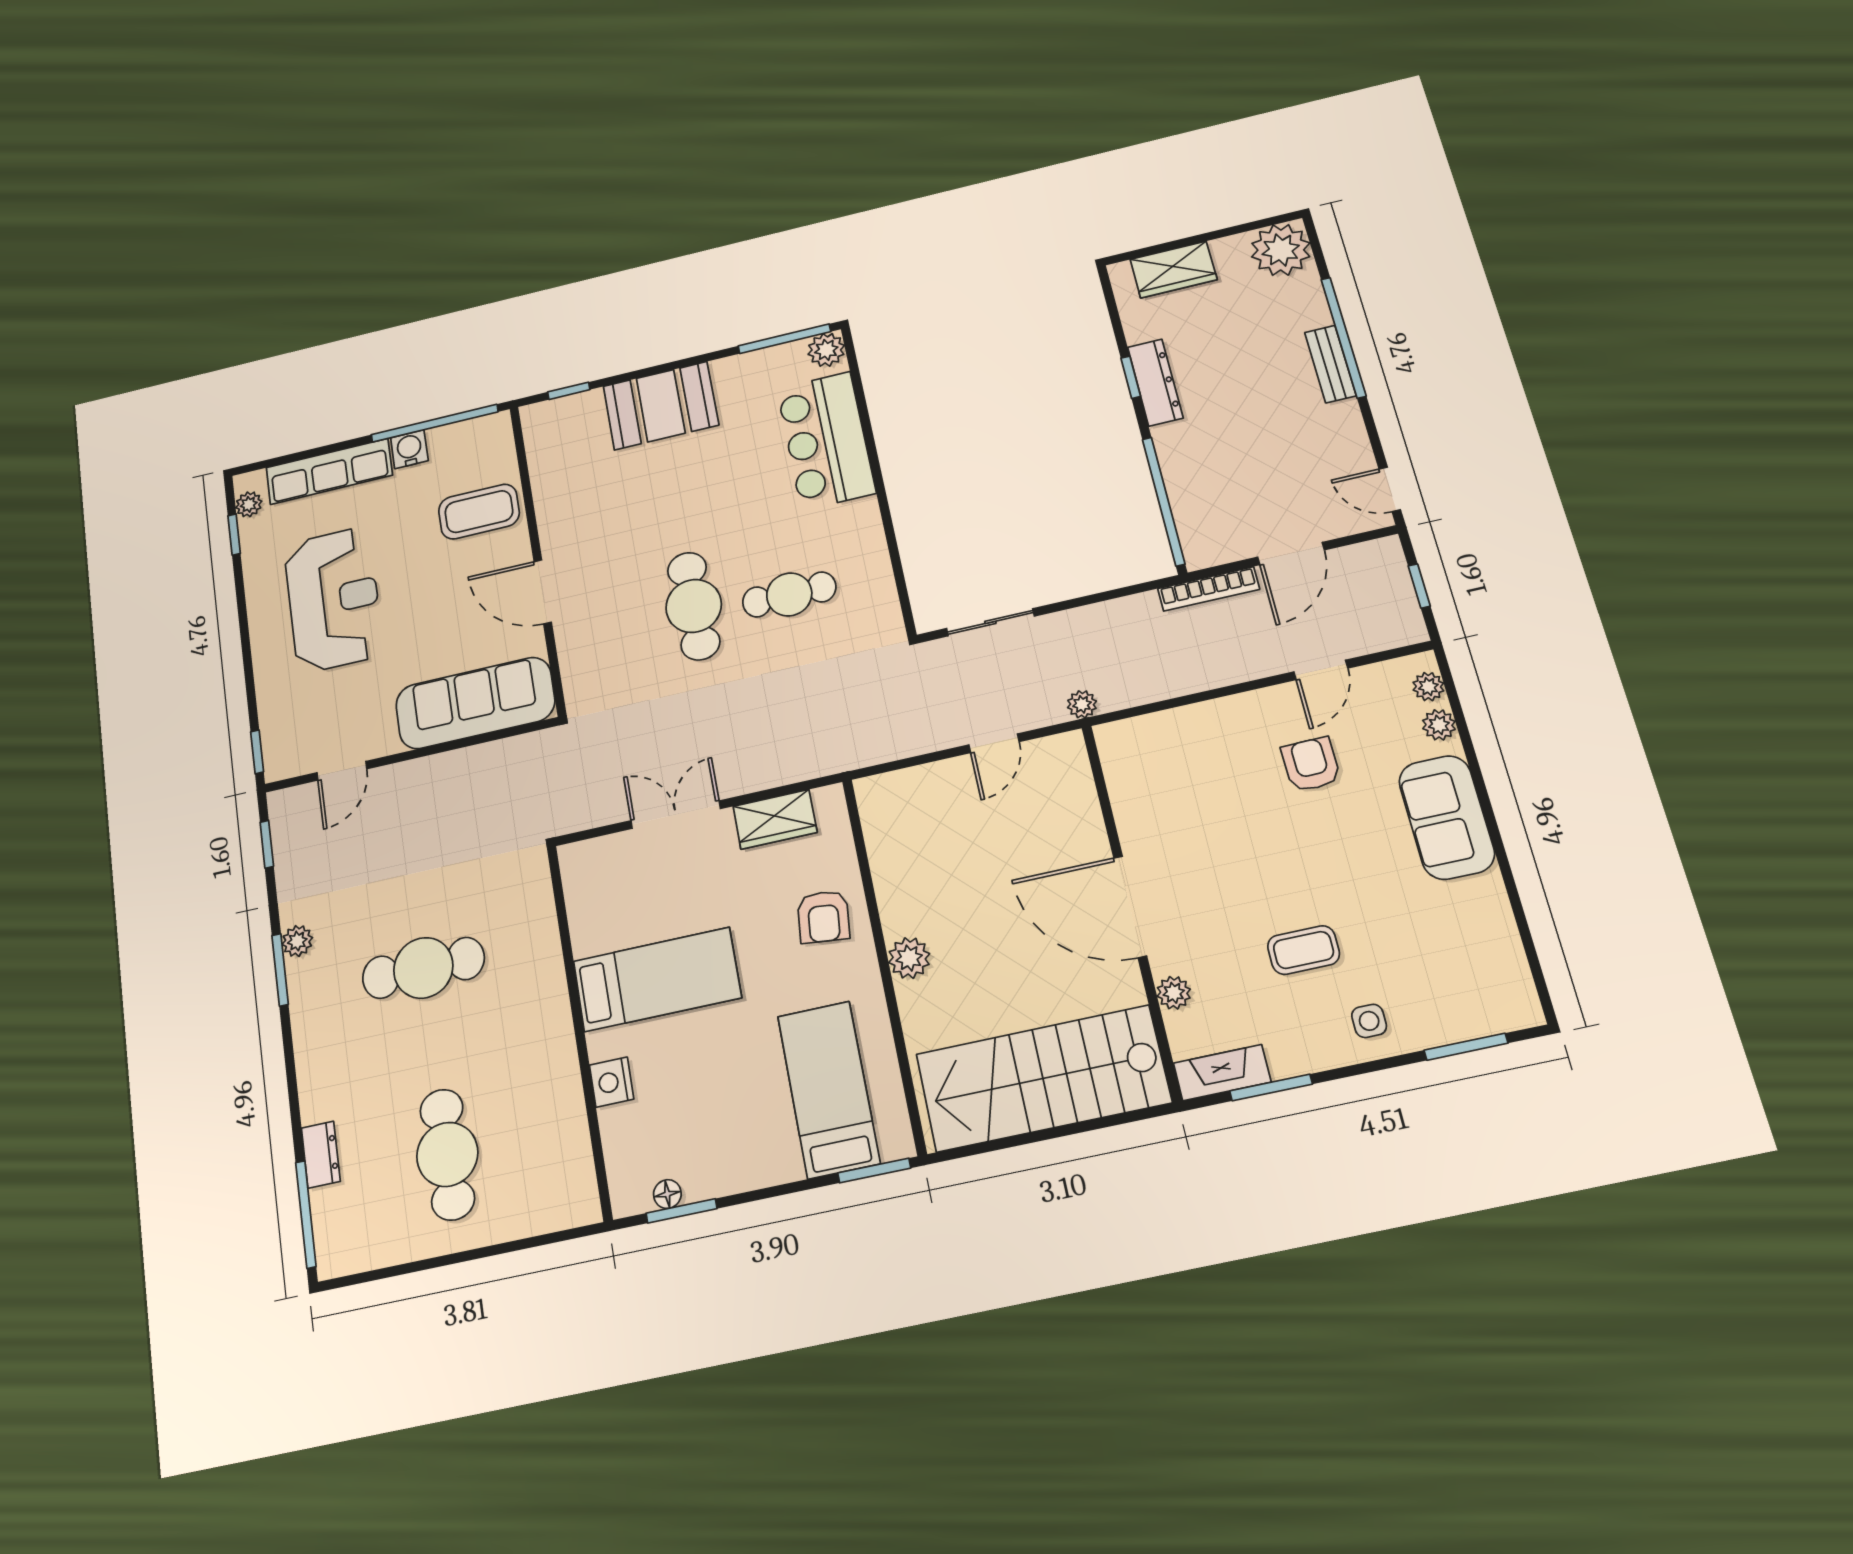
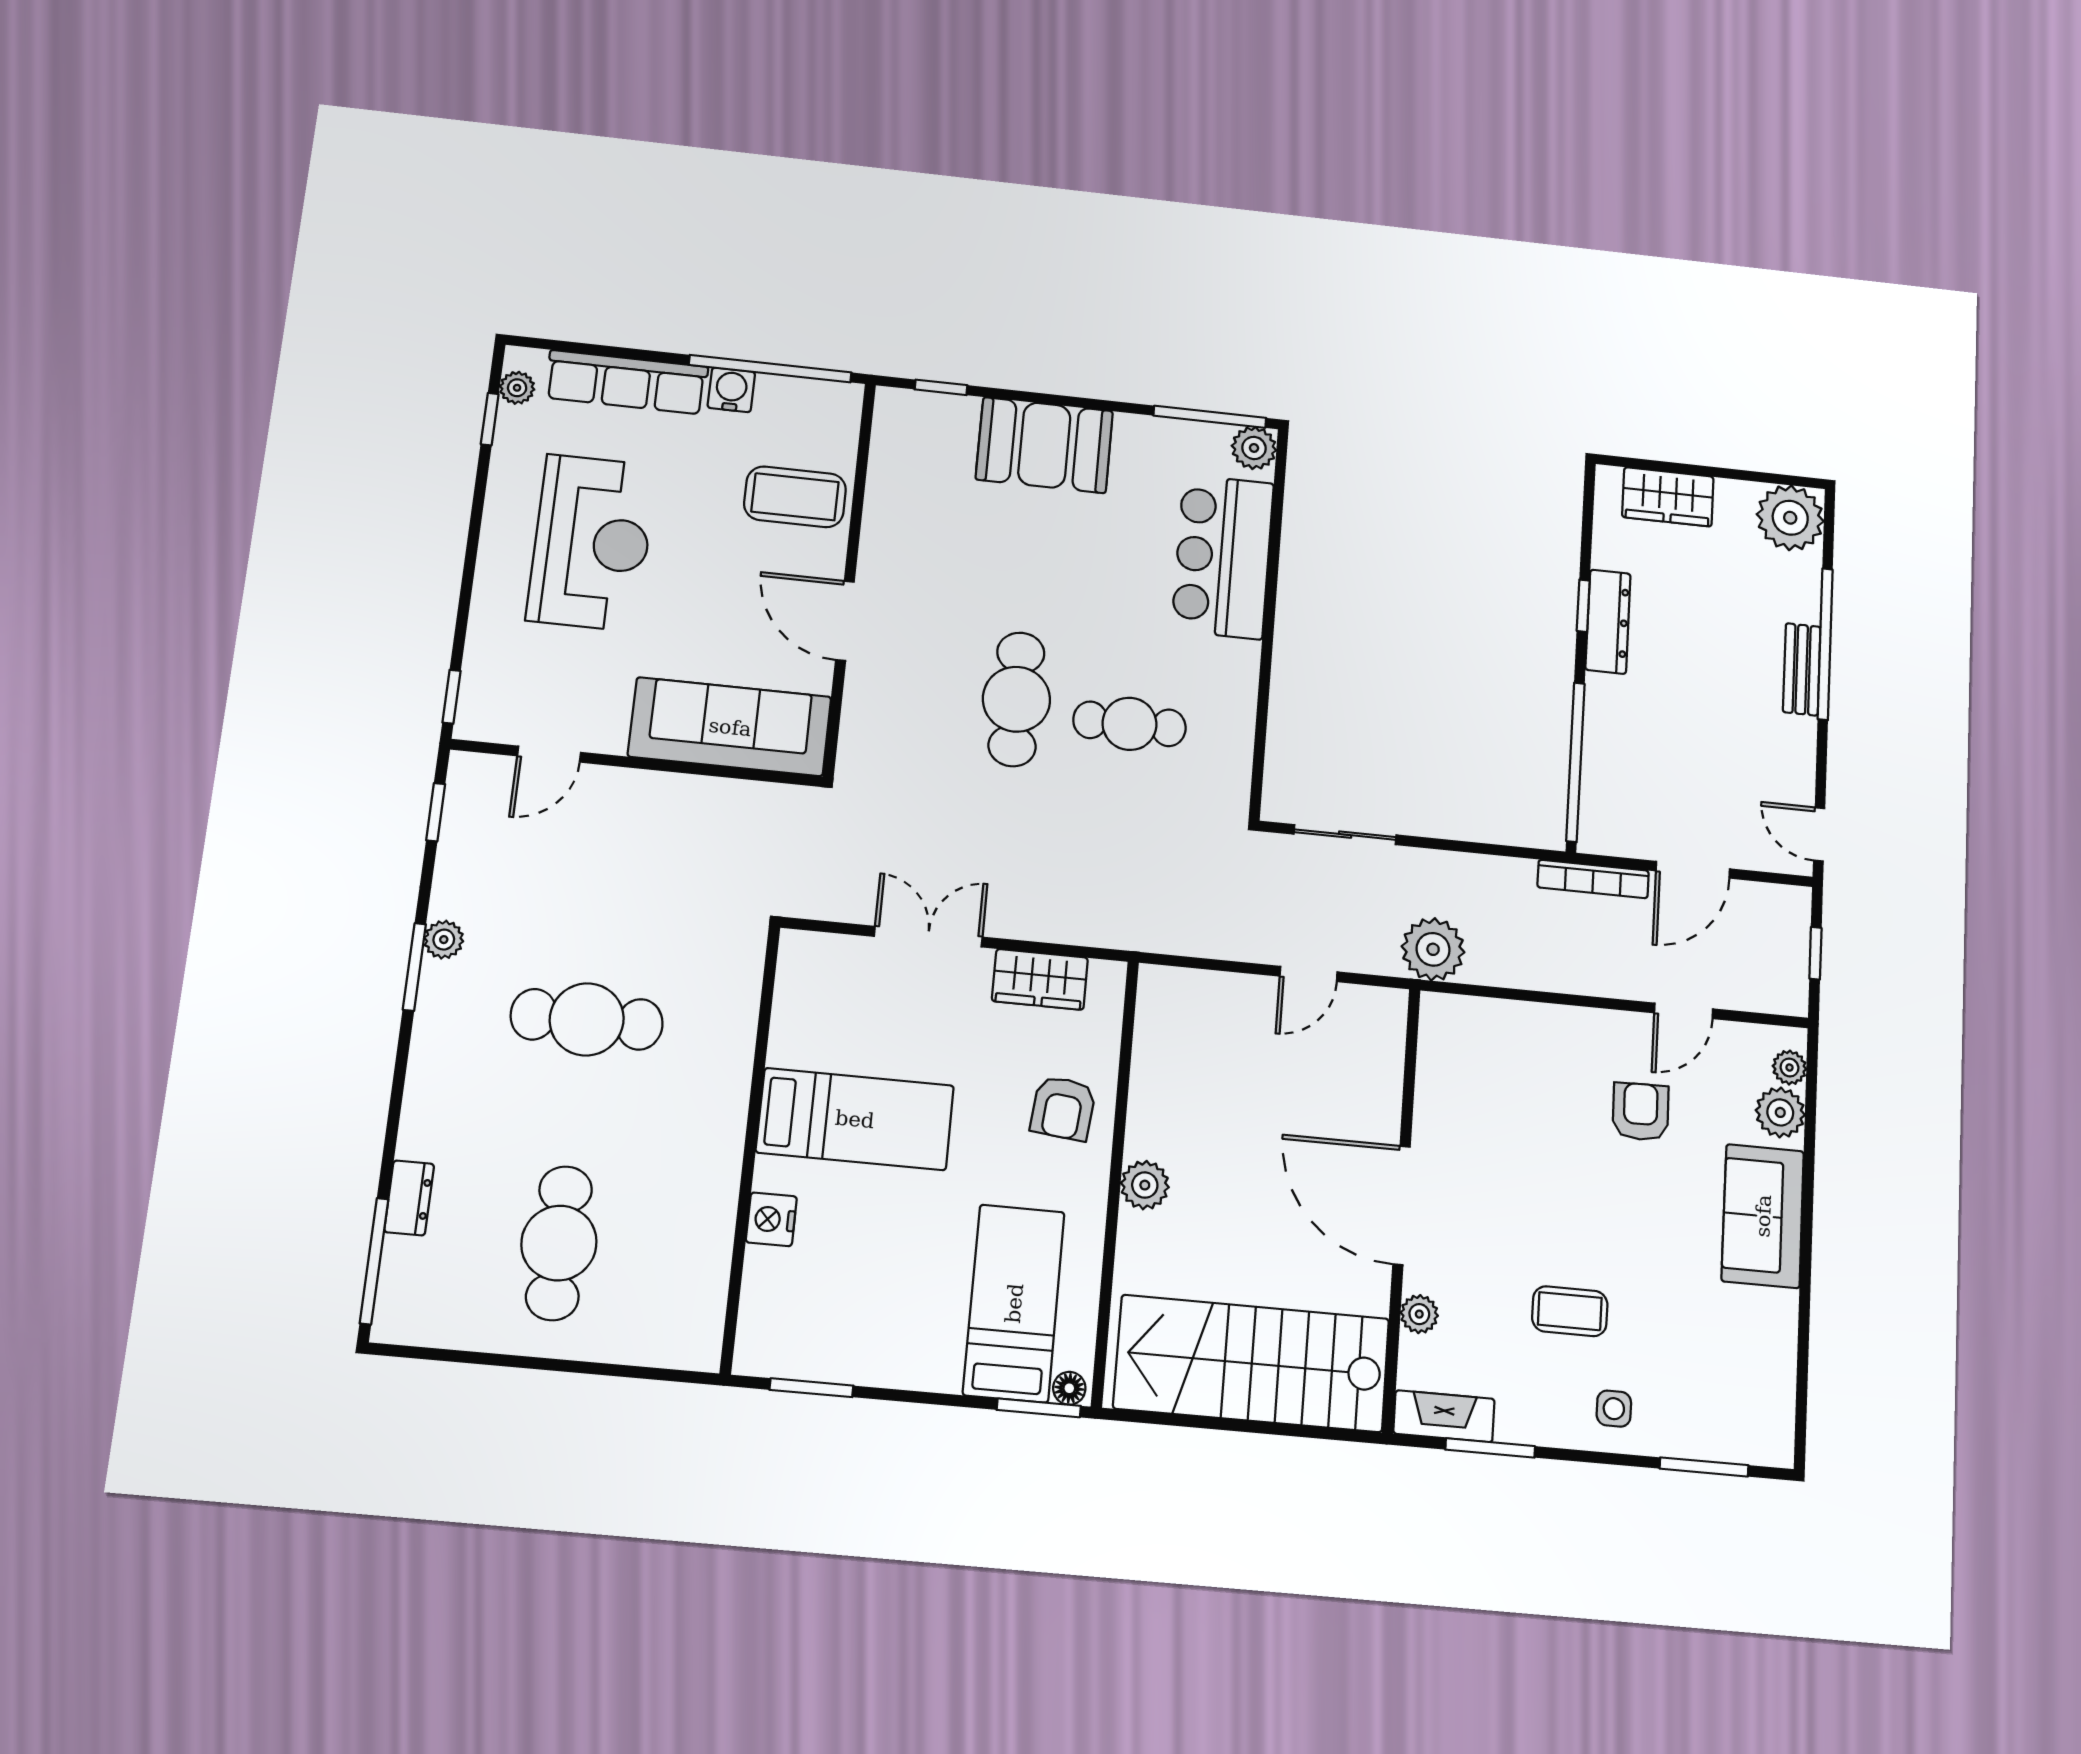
plant: (1082, 704) -> (1433, 949), width x1.88, depth x1.88
plant: (1439, 725) -> (1780, 1112), width x1.38, depth x1.38
floor lamp: (667, 1194) -> (1069, 1388), moved

